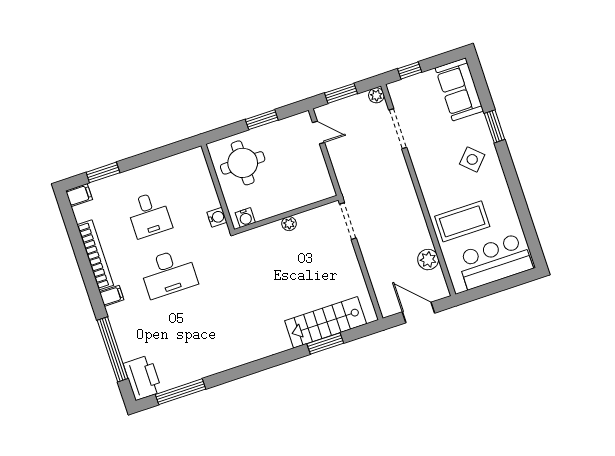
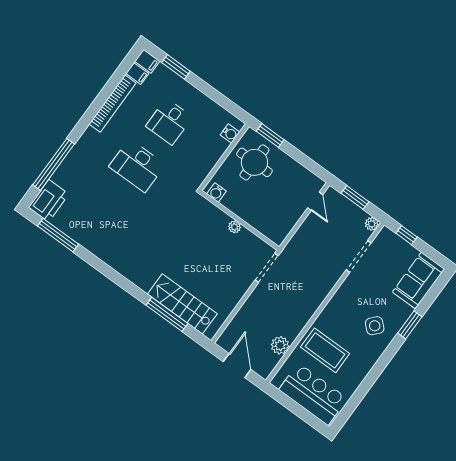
window: (262, 120) -> (270, 136), moved
water cooler: (217, 217) -> (230, 134), moved
filing cabinet: (112, 296) -> (137, 74), moved
window: (325, 344) -> (167, 314), width x1.44

